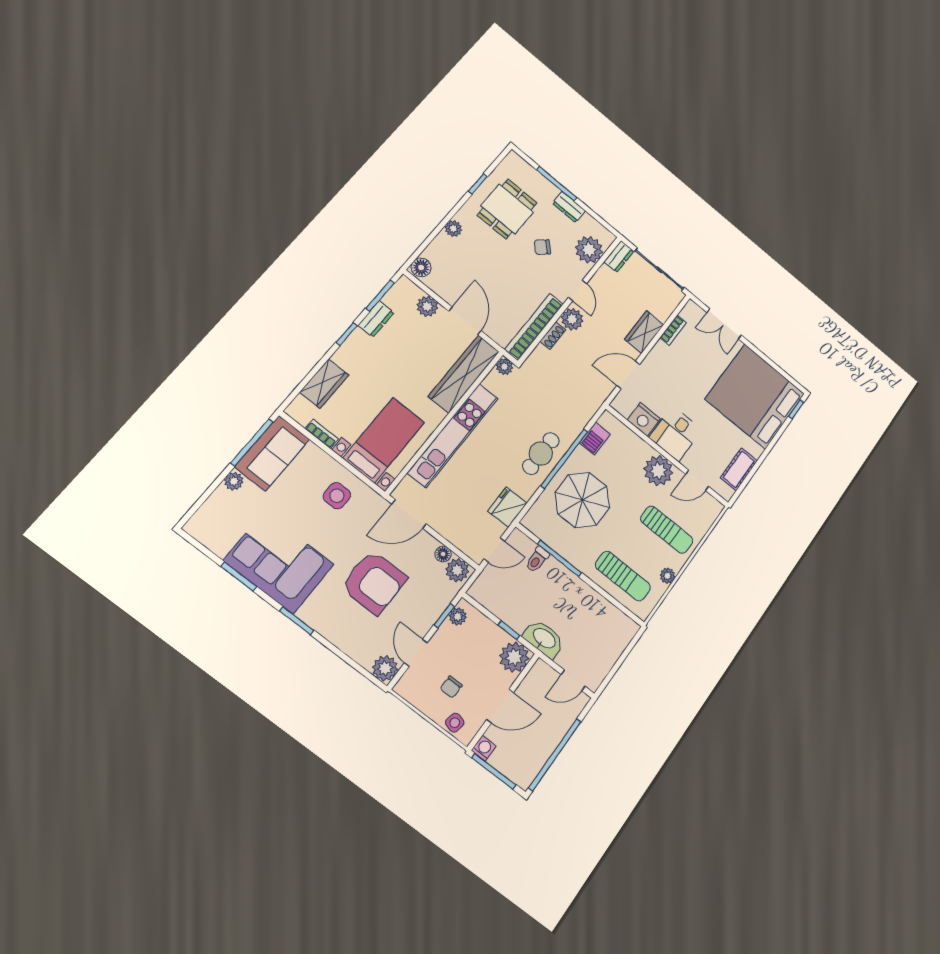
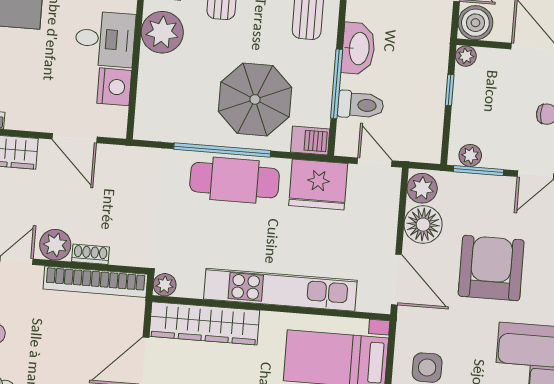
barbecue: (595, 439) -> (310, 141), moved
cafe table: (541, 453) -> (235, 180), width x1.37, depth x1.35
fridge: (507, 507) -> (318, 184), width x1.36, depth x1.34
floor lamp: (443, 554) -> (423, 225), width x1.89, depth x1.89
toilet: (537, 560) -> (361, 105), width x1.37, depth x1.39
window: (444, 616) -> (479, 171), width x1.50
washbasin: (544, 639) -> (358, 48), moved, turned 180
plant: (514, 657) -> (466, 56), width x0.53, depth x0.53
boiler: (541, 676) -> (475, 23), added

